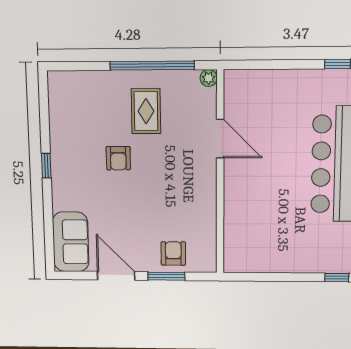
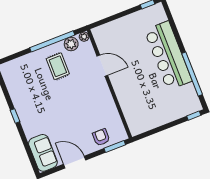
plant: (182, 82) -> (71, 44), added
armchair: (118, 158) -> (52, 97), removed
window: (166, 276) -> (115, 147), moved

